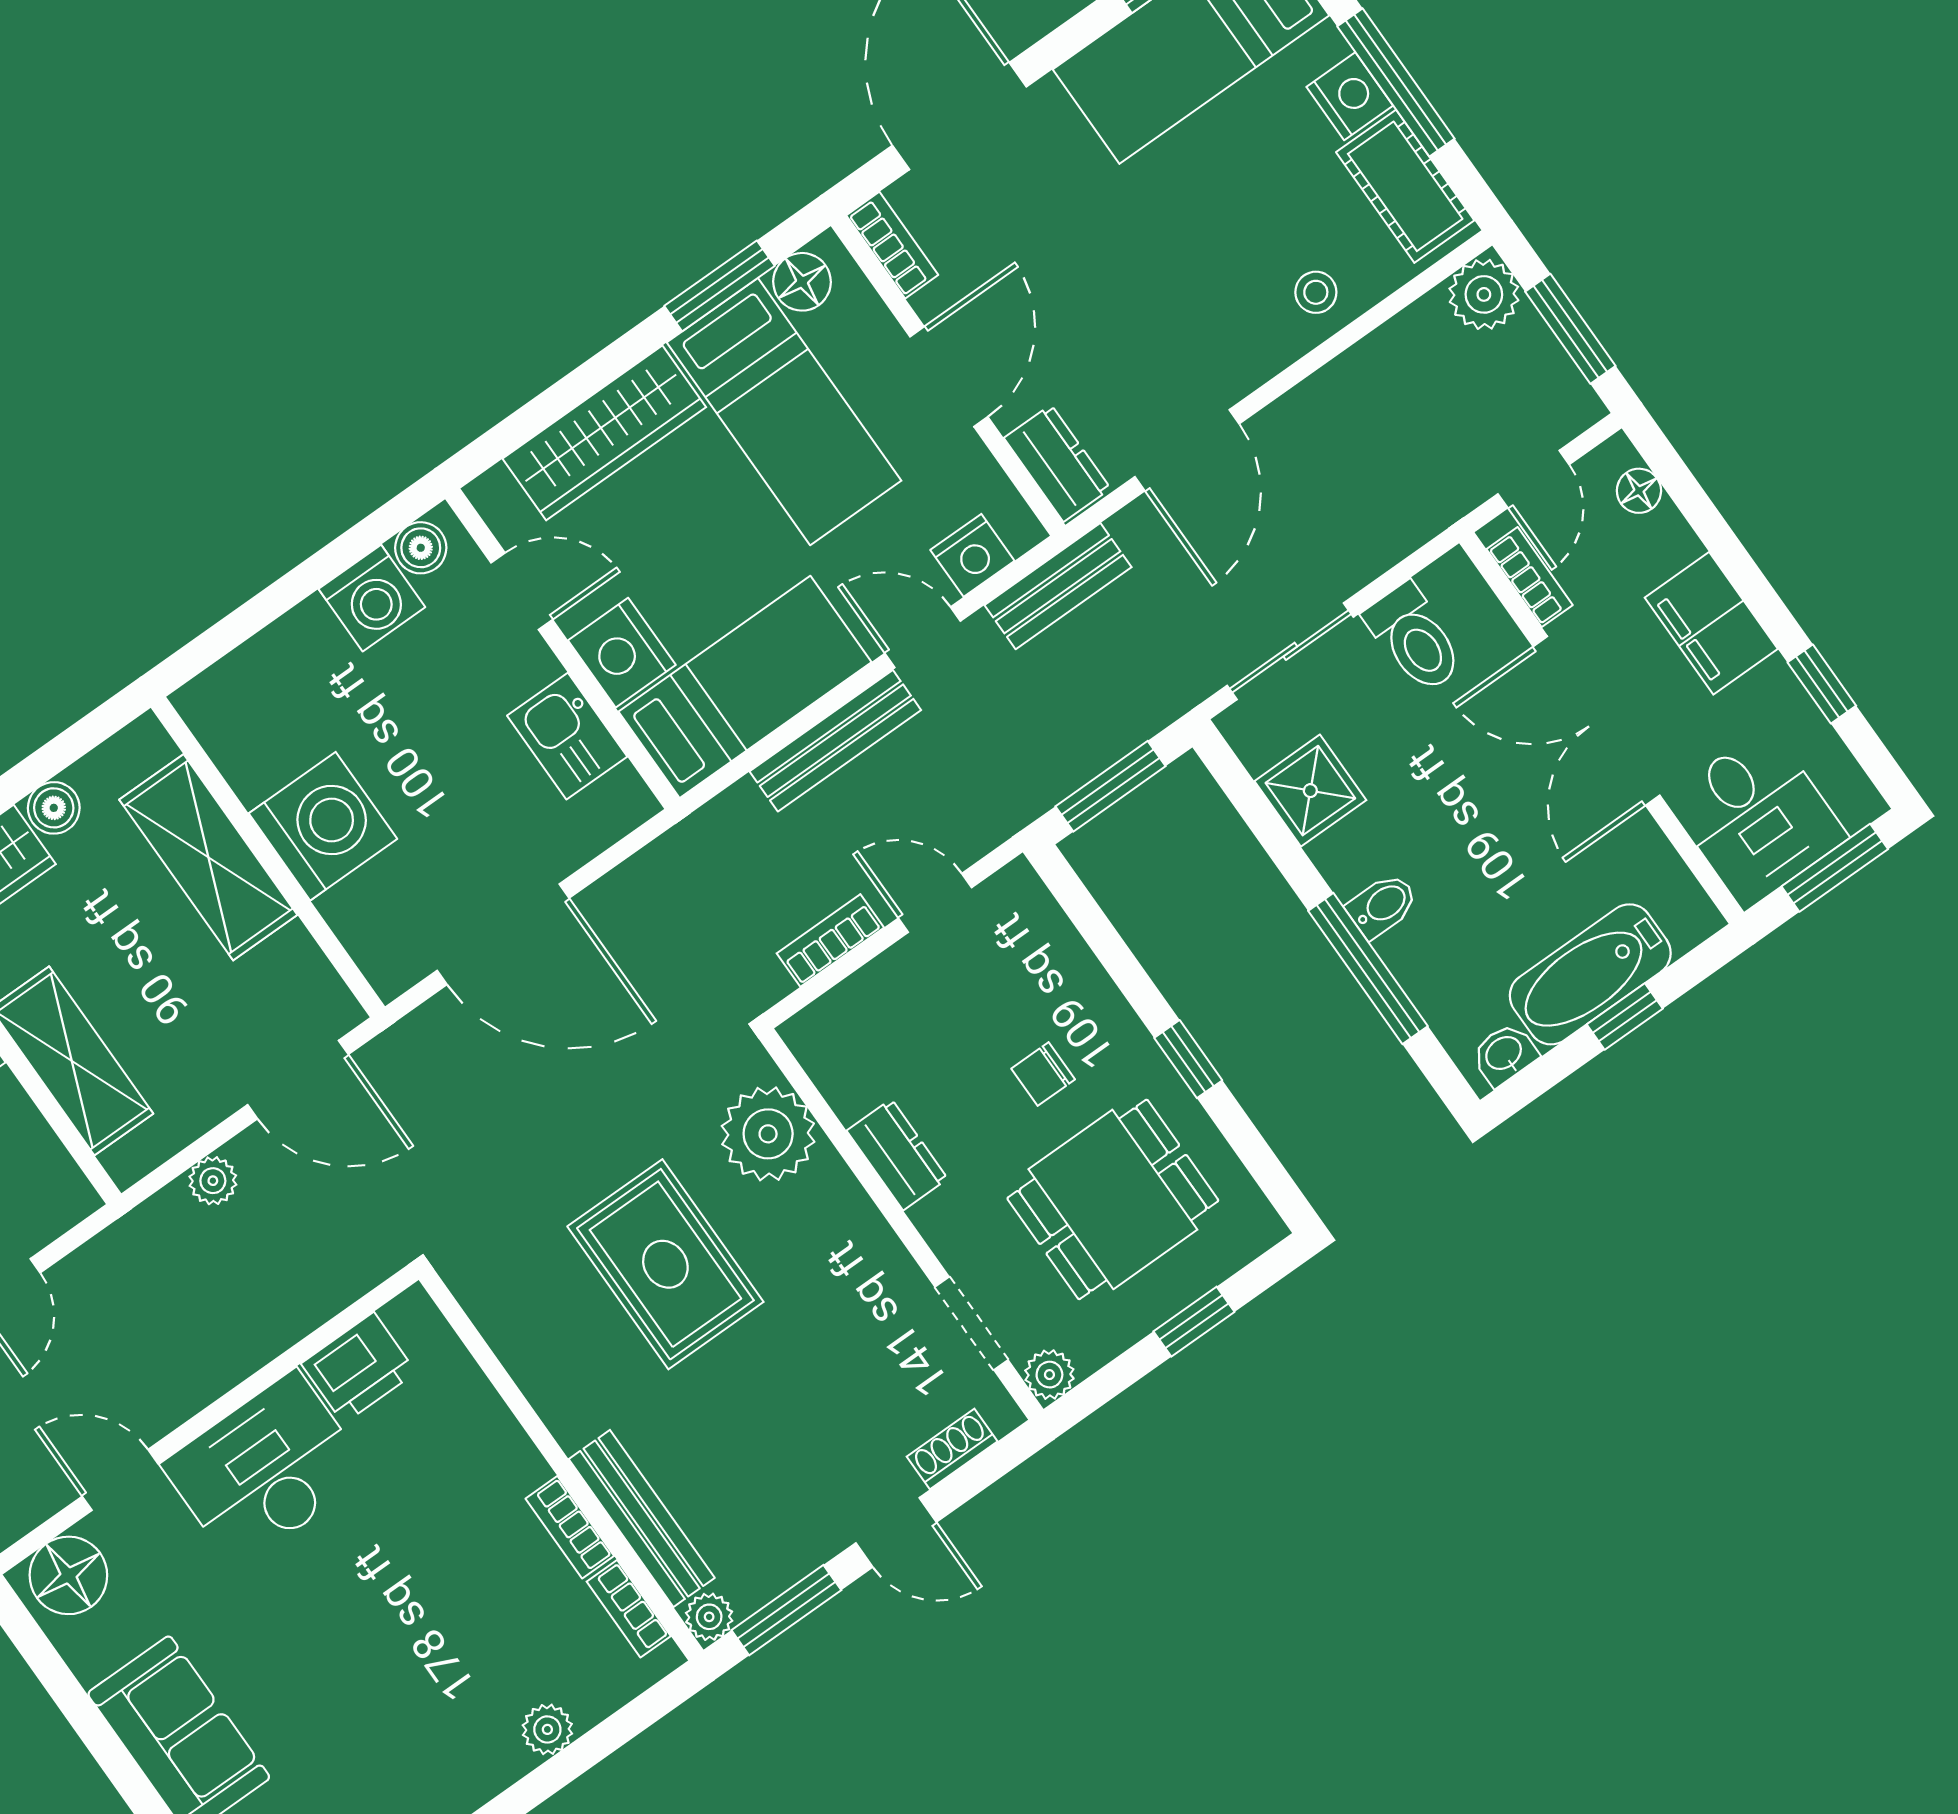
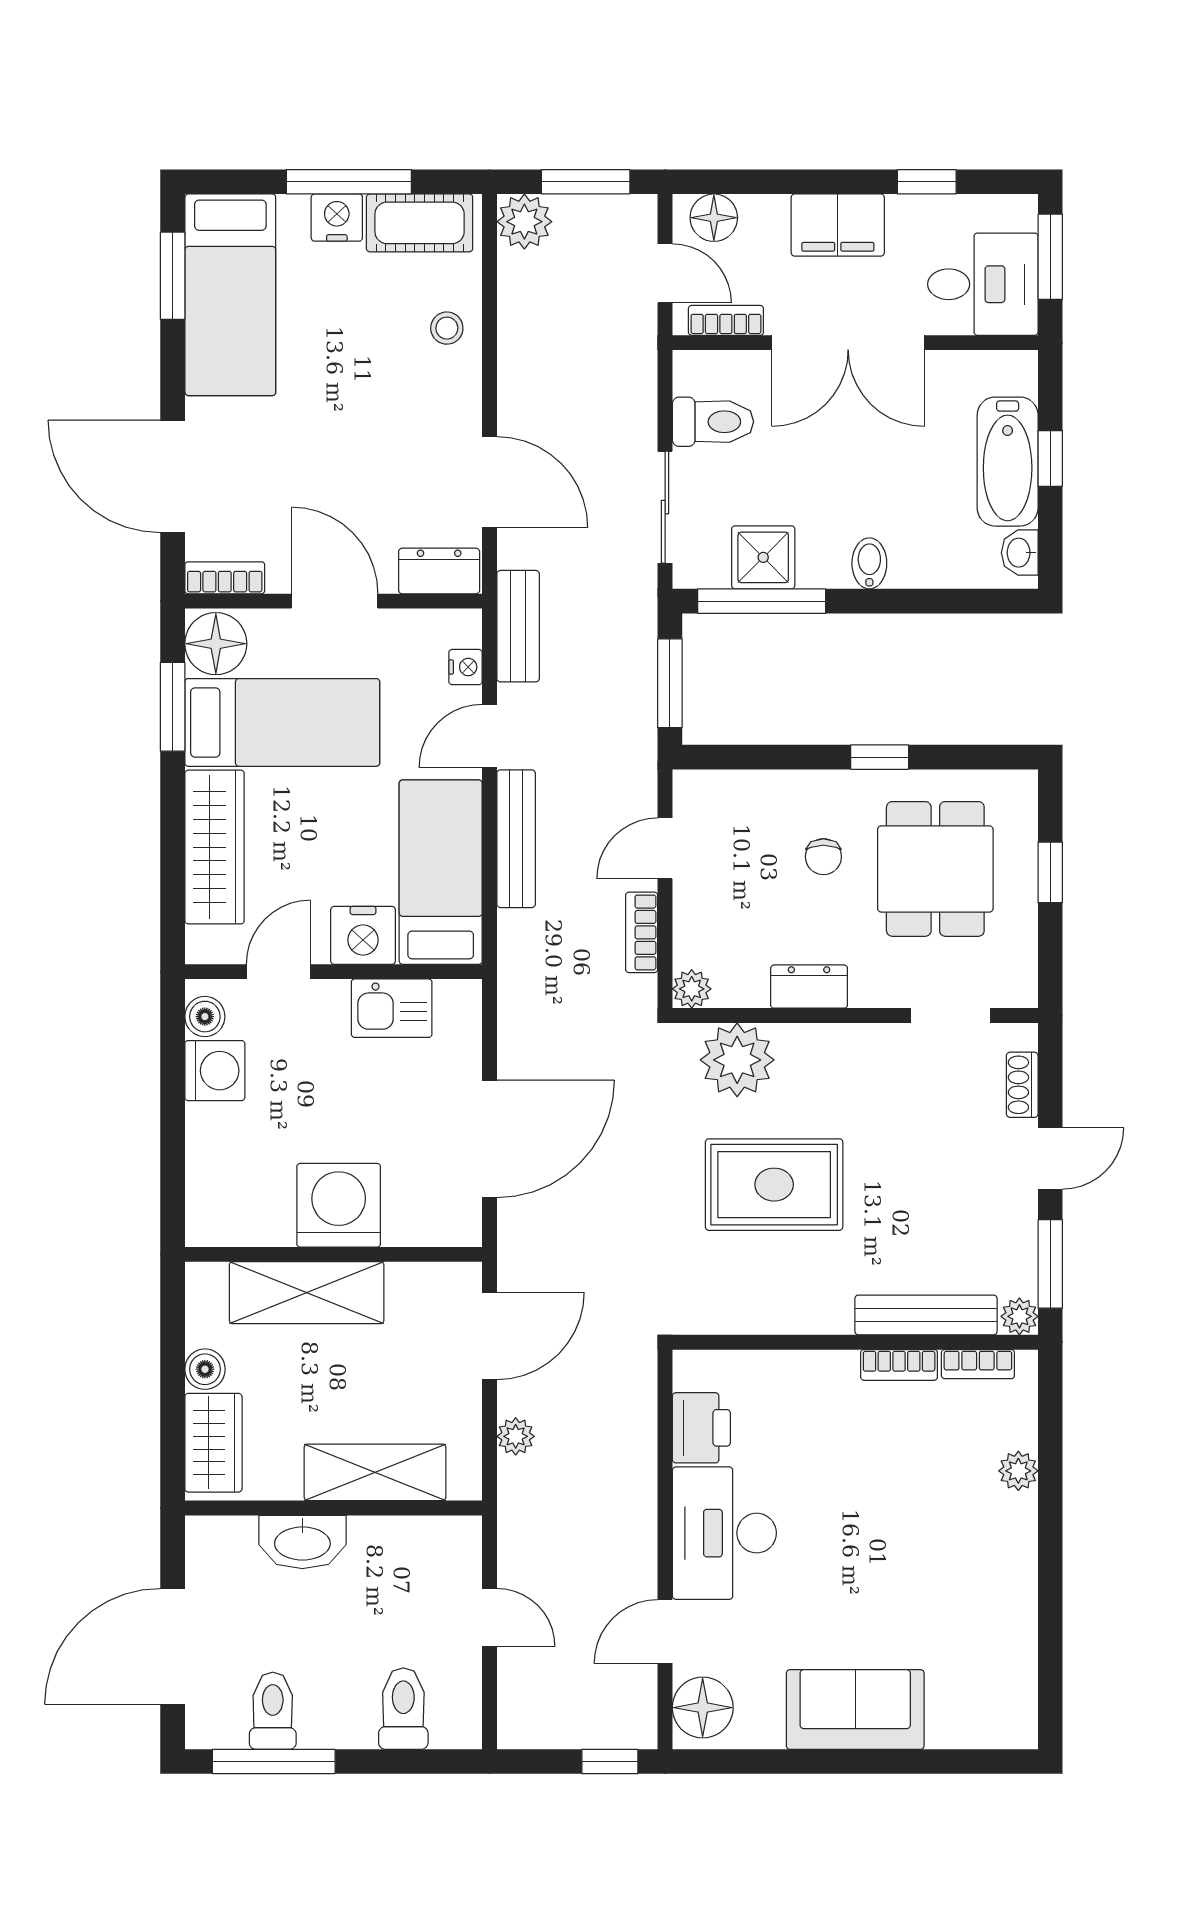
floor lamp: (802, 282) -> (216, 644), width x1.38, depth x1.38
floor lamp: (1639, 491) -> (714, 218), width x1.37, depth x1.37
nightstand: (972, 555) -> (466, 667), width x0.72, depth x0.74
window: (1368, 969) -> (762, 601), moved
plant: (1049, 1375) -> (692, 989), moved

